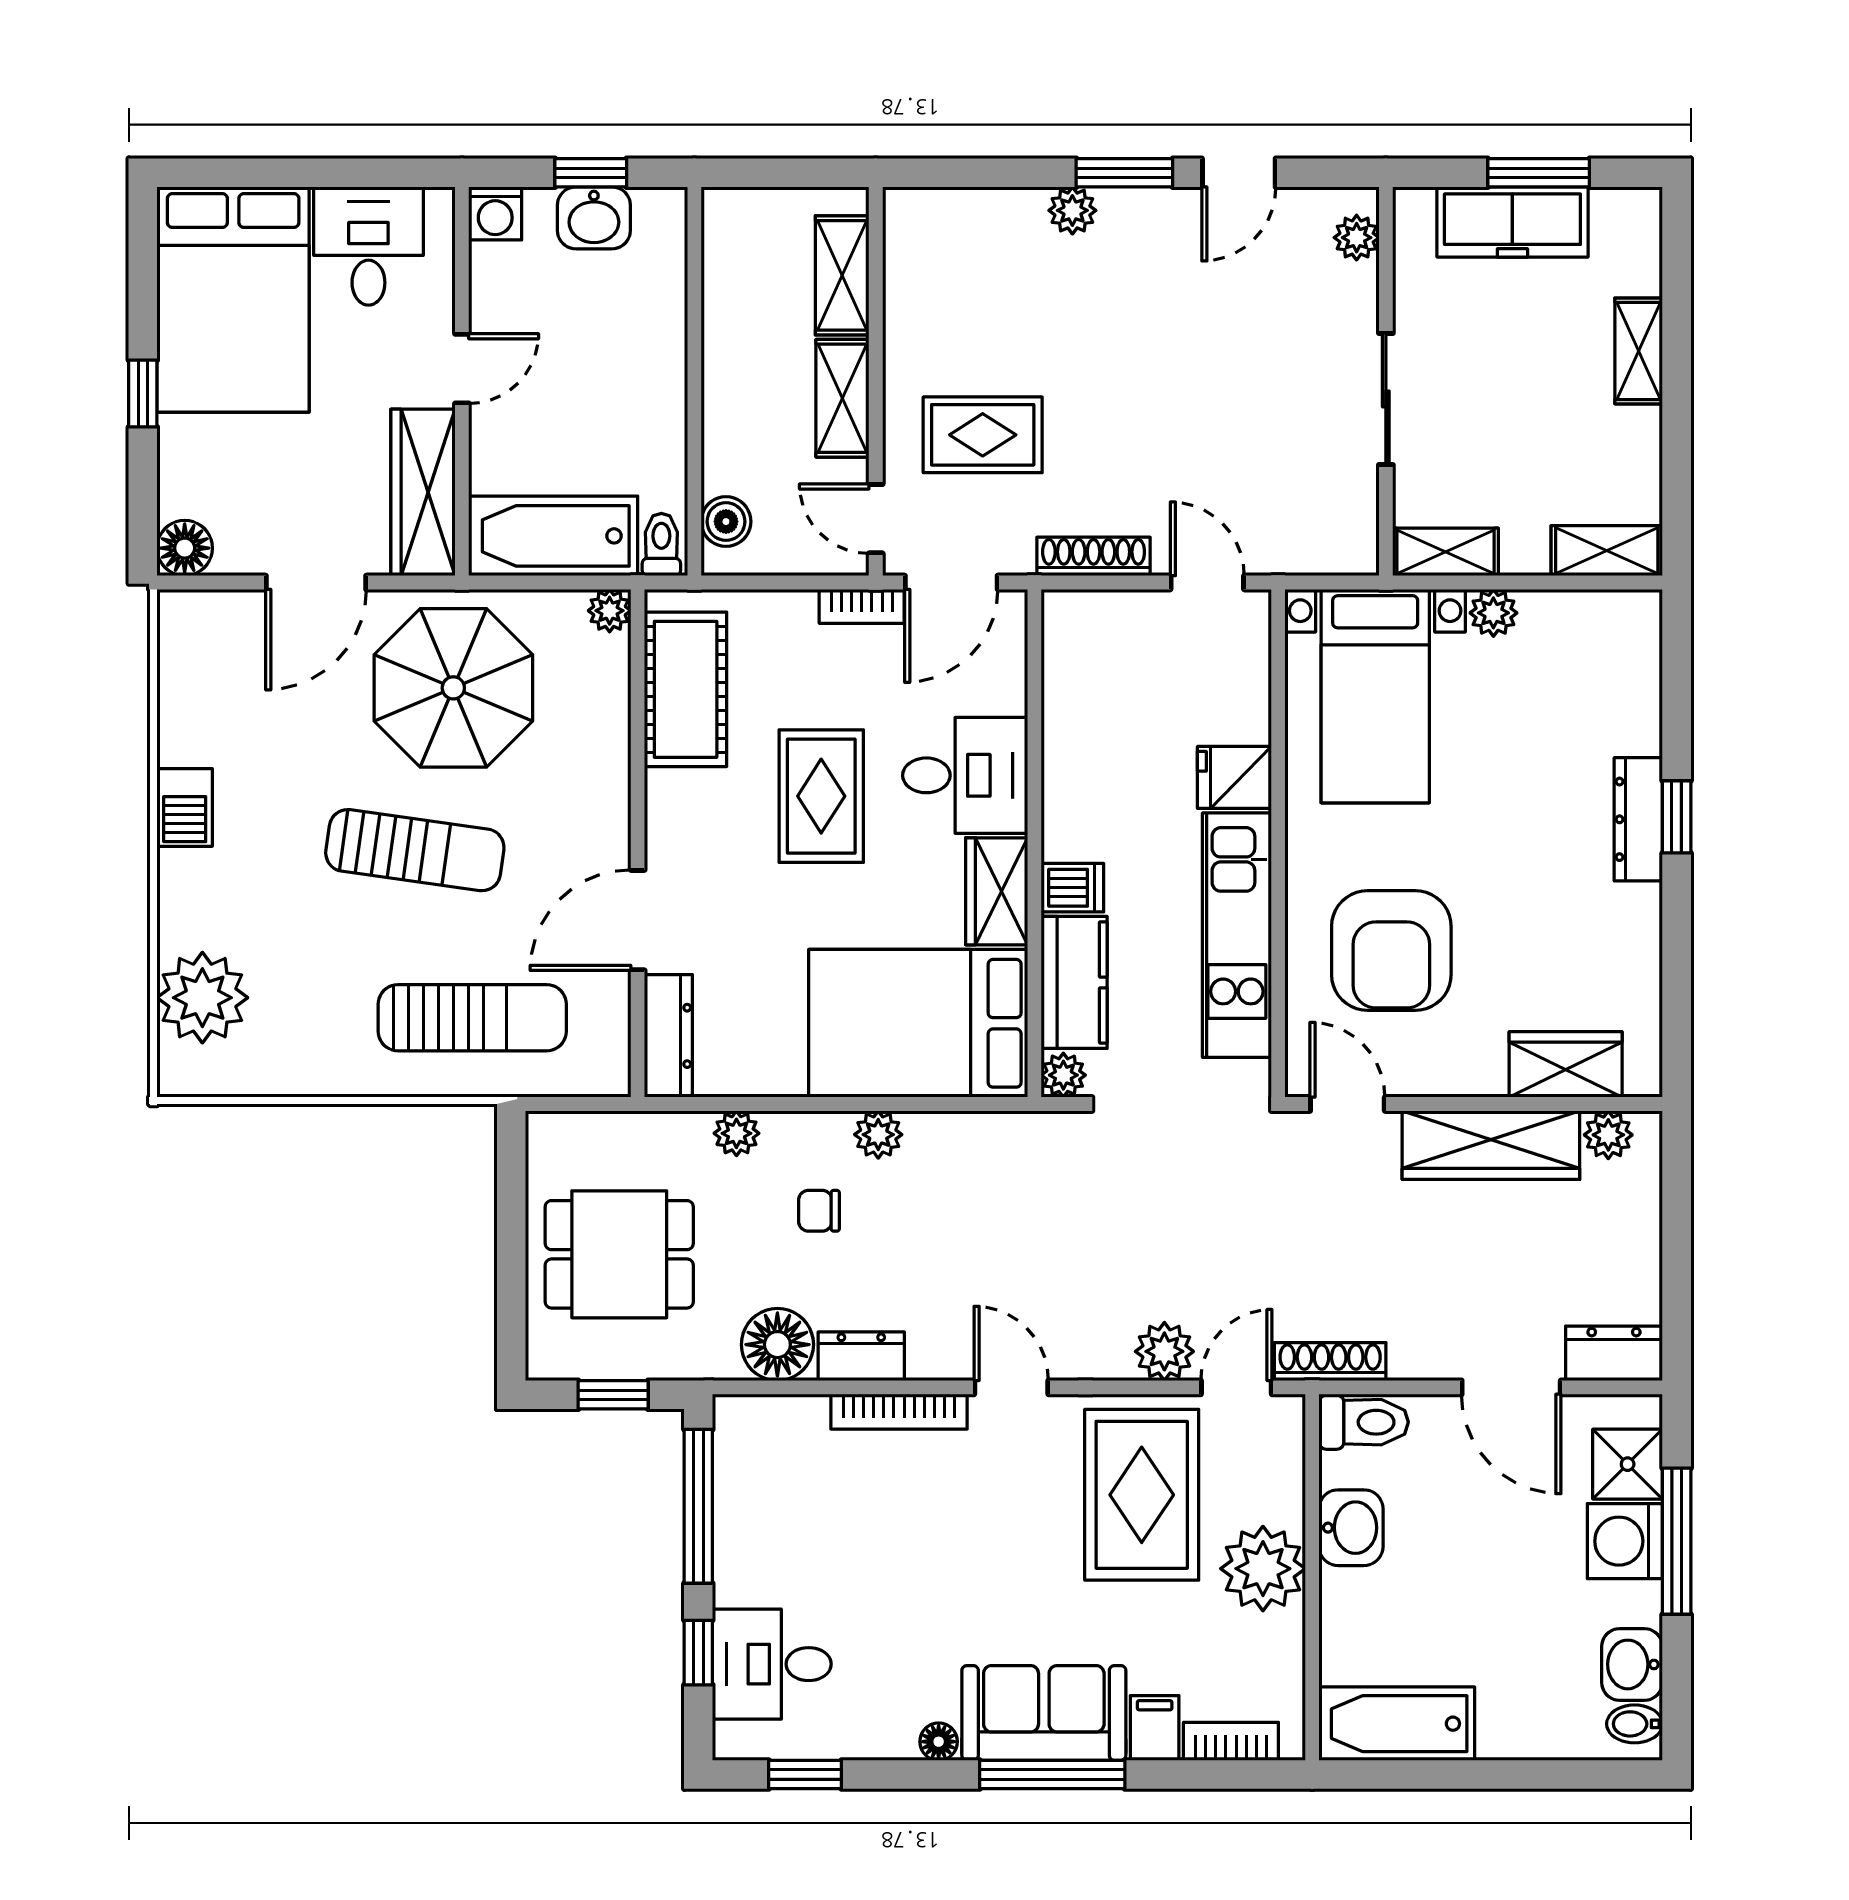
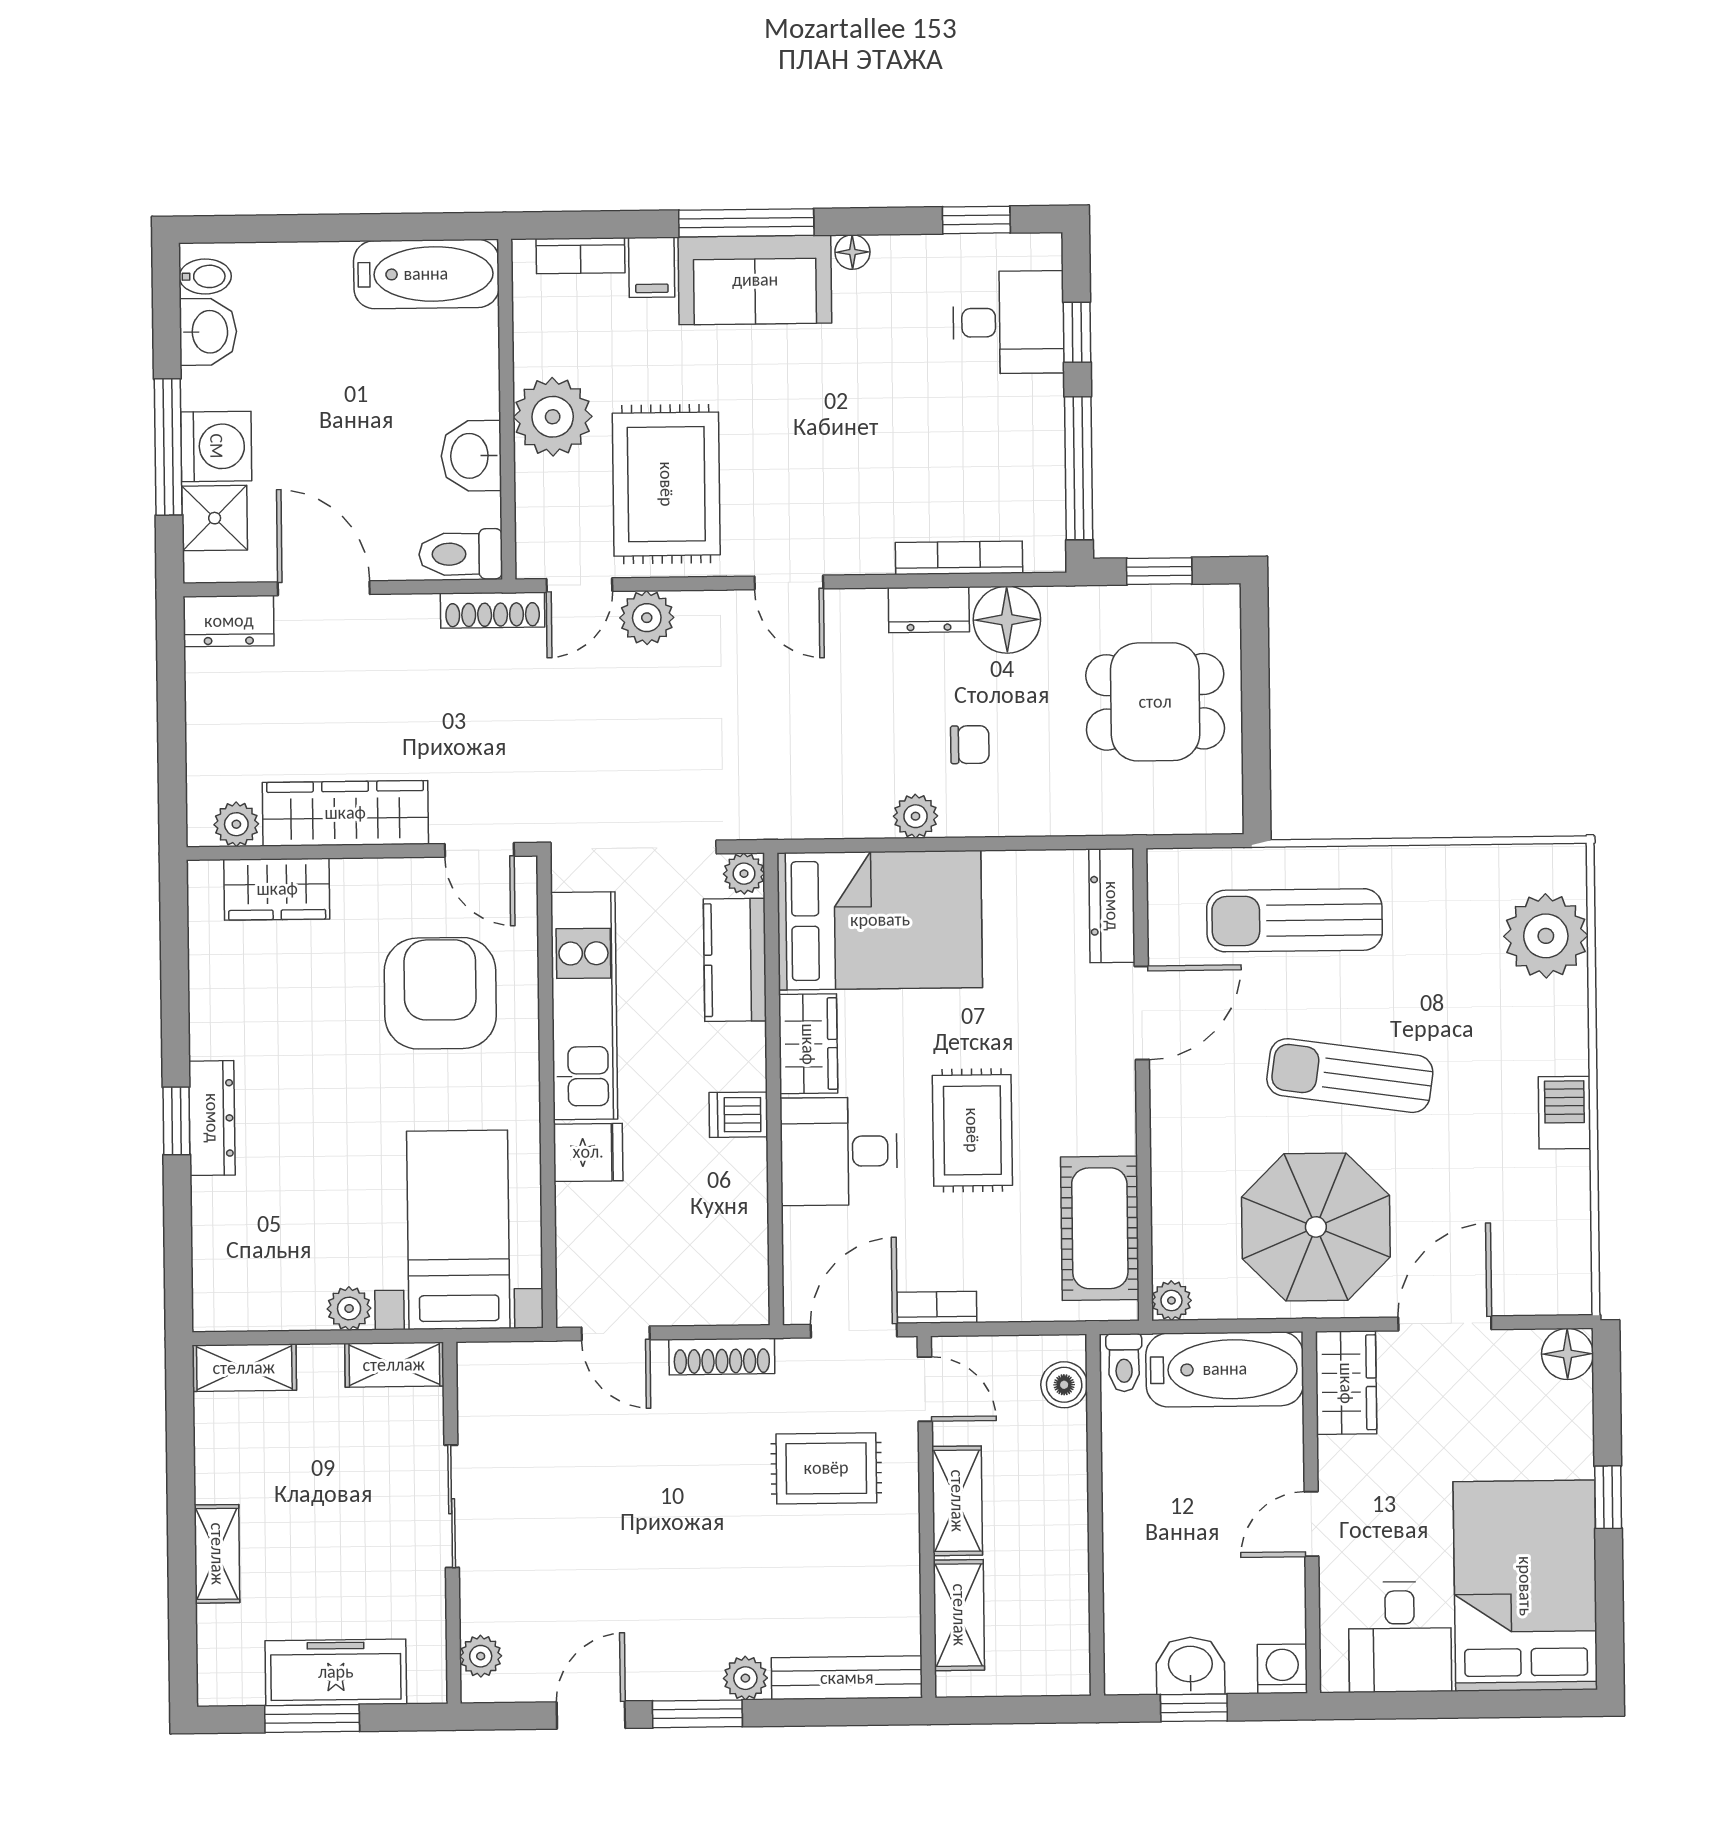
bench: (963, 210) -> (847, 1678), added
wardrobe: (423, 492) -> (1346, 1383), width x0.67
dishwasher: (1072, 888) -> (738, 1115), moved
plant: (736, 1133) -> (1047, 816), removed
bookcase: (899, 1412) -> (959, 558), moved

